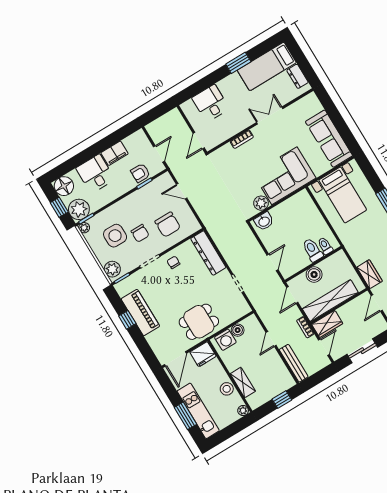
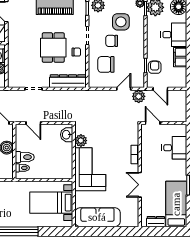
double door: (270, 116) -> (140, 185), swing flipped
plant: (180, 171) -> (139, 96), added
dining table: (199, 322) -> (53, 48), moved

